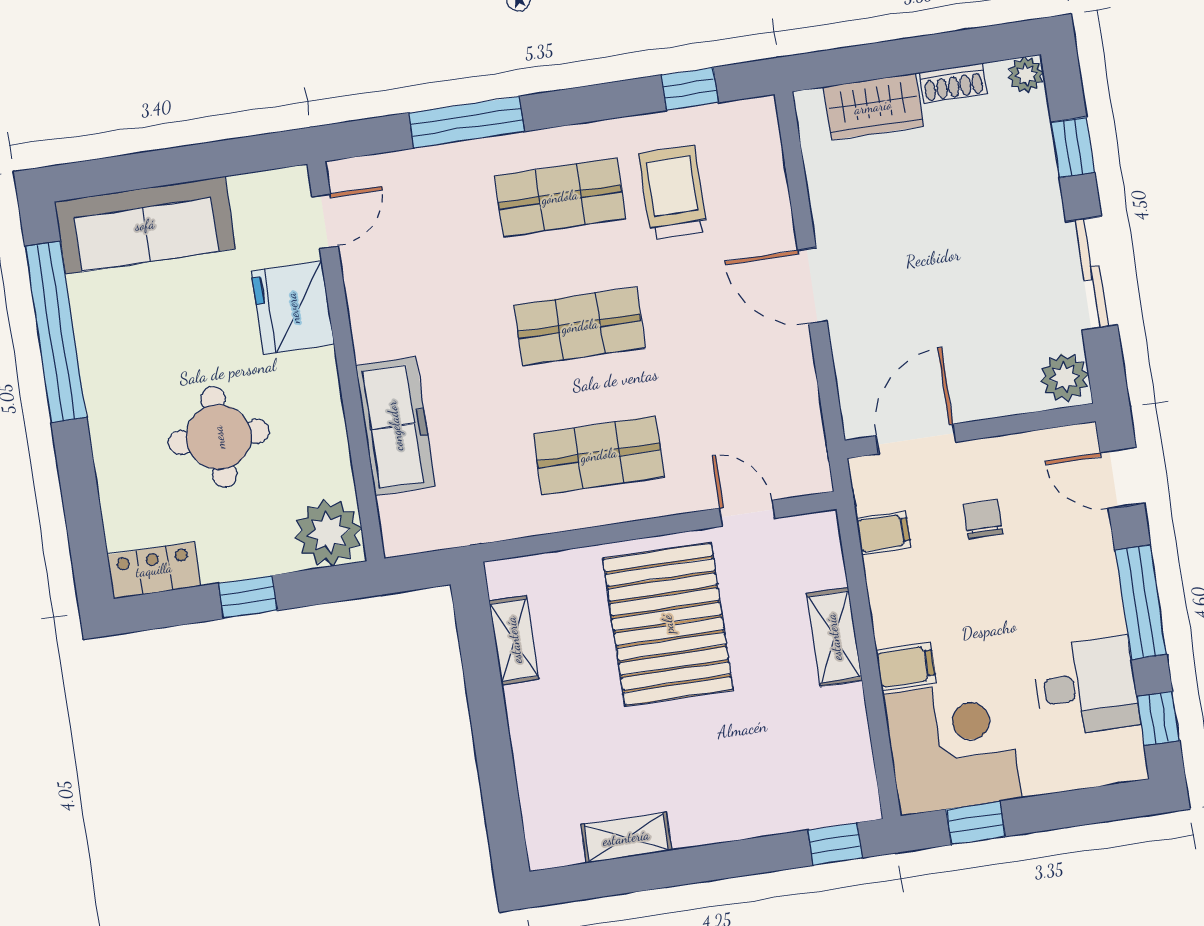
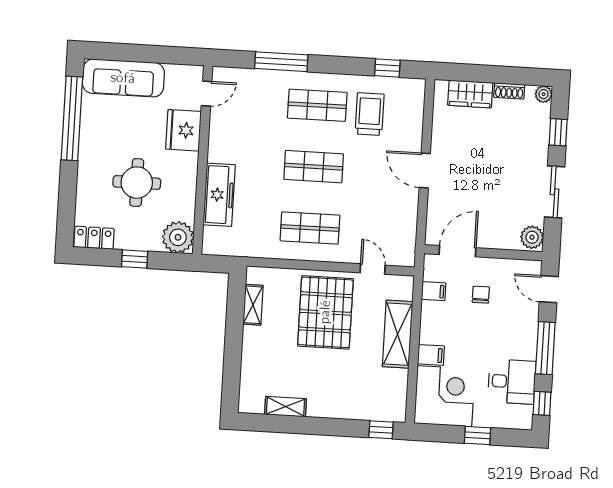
shelving: (834, 637) -> (398, 334), width x1.50, depth x1.33
window: (976, 823) -> (478, 435), moved

